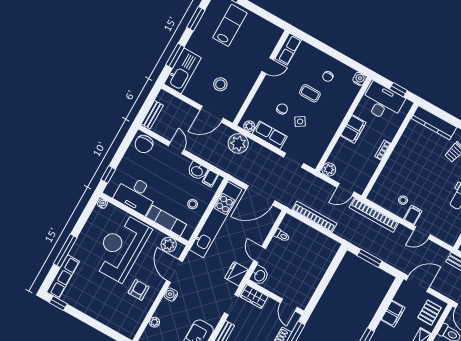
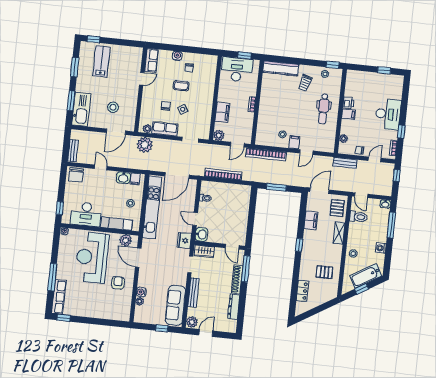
water cooler: (360, 79) -> (177, 56), moved
filing cabinet: (353, 129) -> (222, 112), moved
water cooler: (171, 295) -> (141, 292), moved

